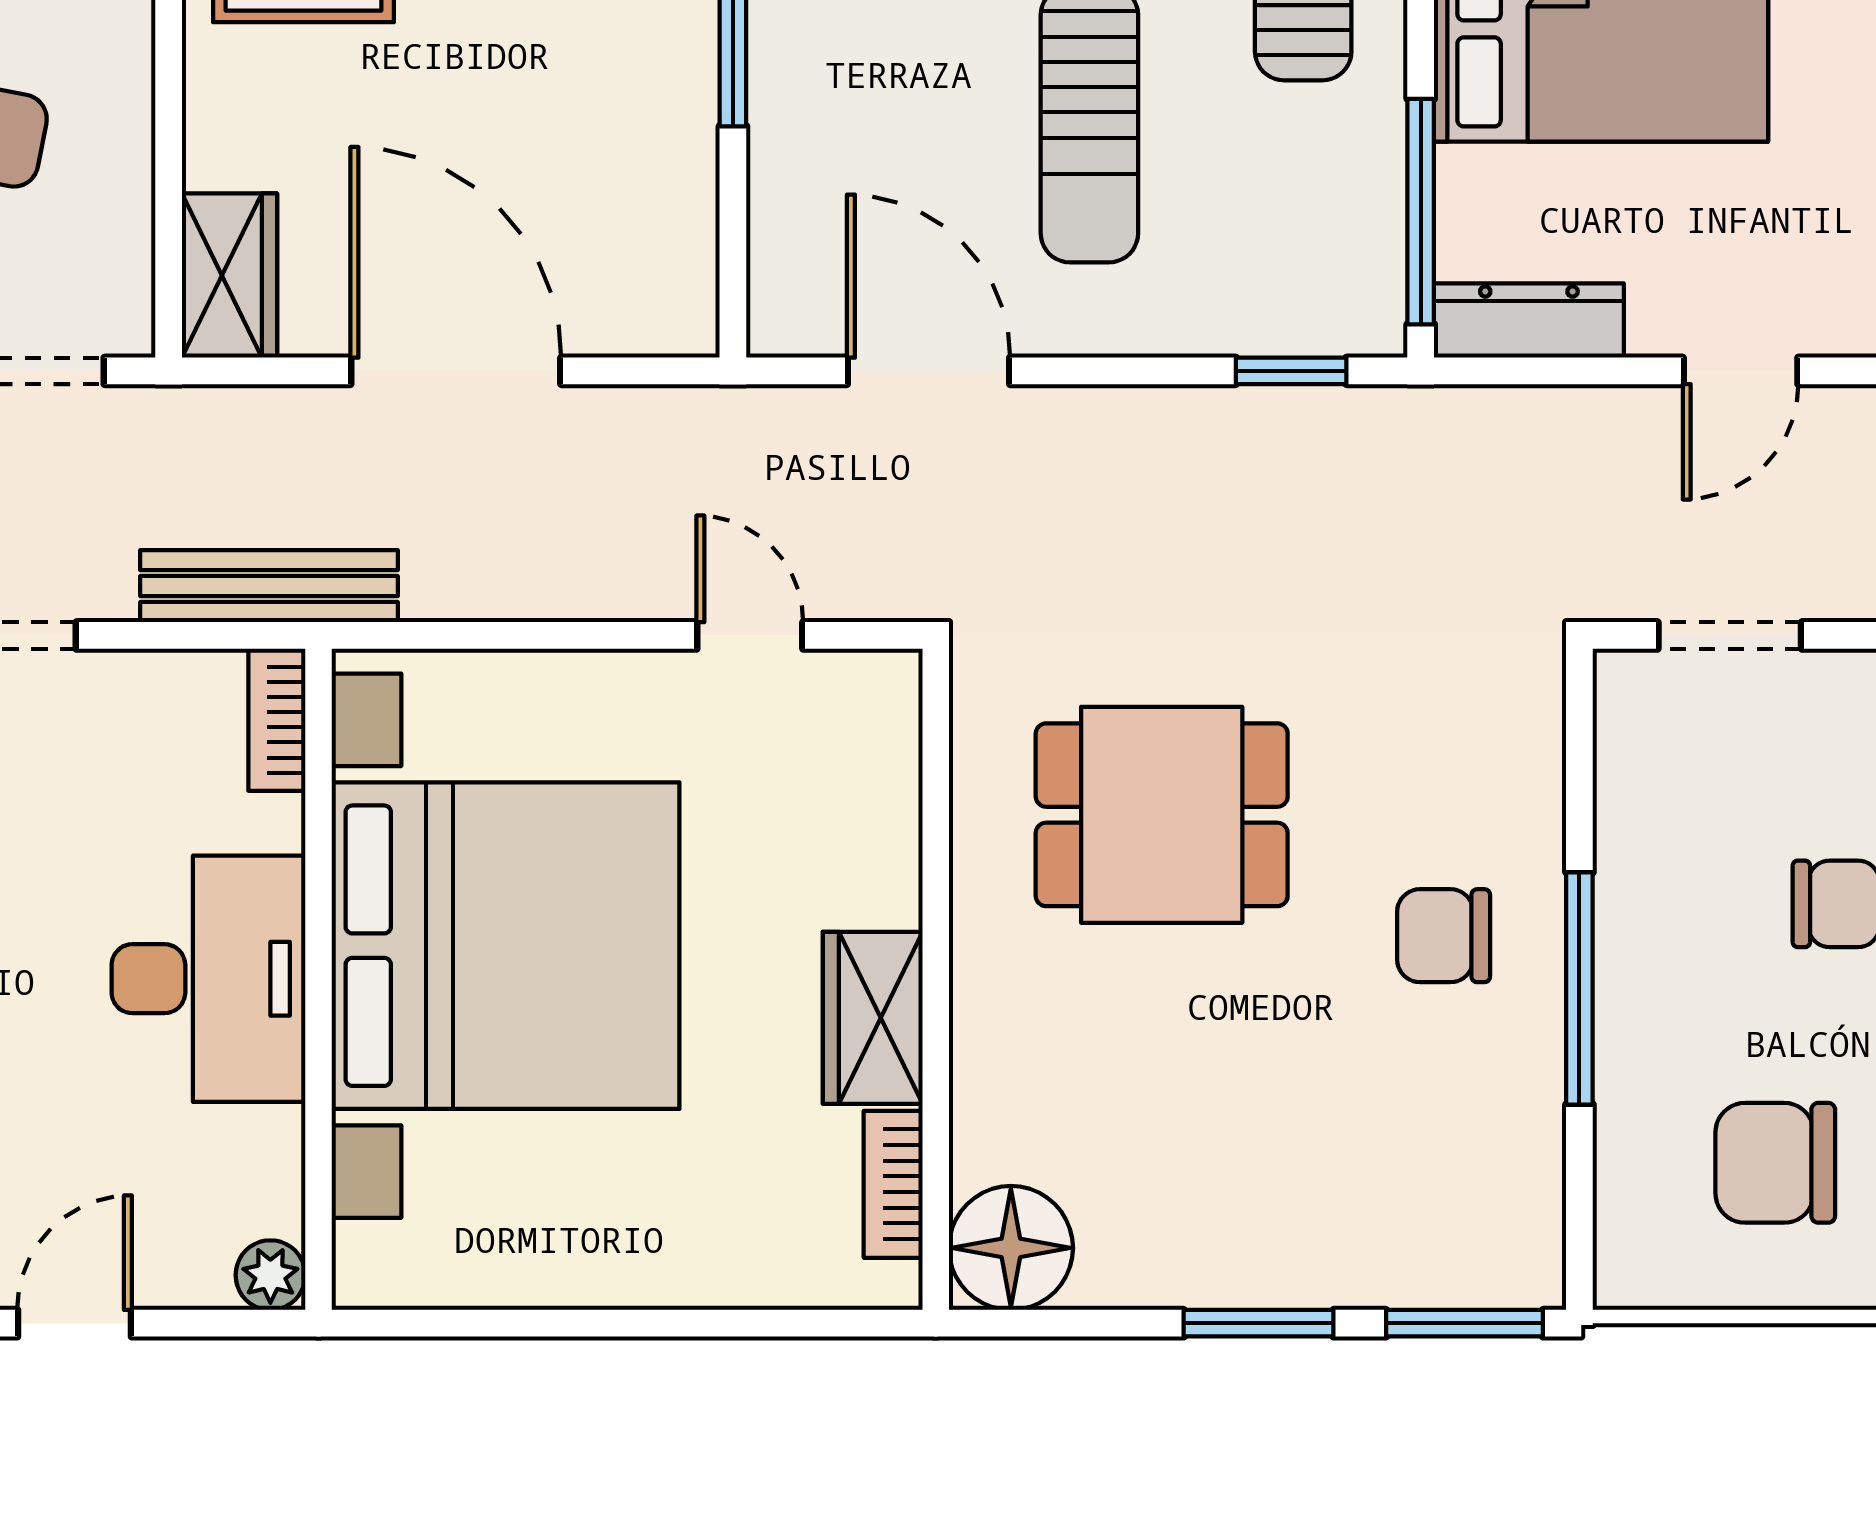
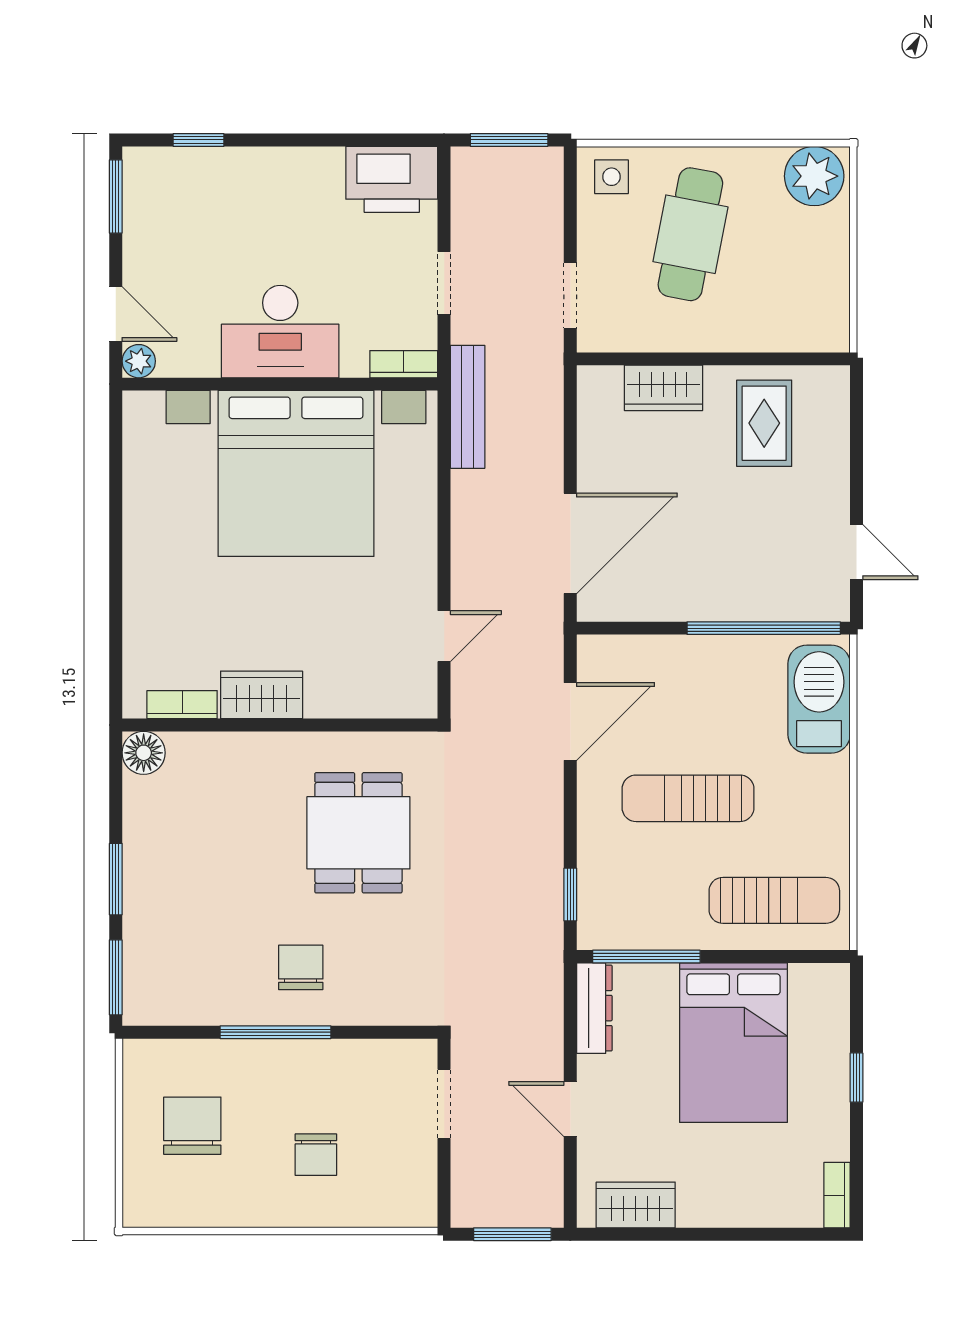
wardrobe: (229, 276) -> (663, 388), moved
door: (456, 371) -> (570, 543), moved
bookcase: (277, 720) -> (404, 364), moved
bed with nightstands: (506, 946) -> (296, 473), moved
desk: (208, 979) -> (280, 332), moved
wall: (318, 979) -> (280, 384), moved
floor lamp: (1011, 1248) -> (144, 753), width x0.73, depth x0.73
plant: (270, 1275) -> (139, 361), moved

